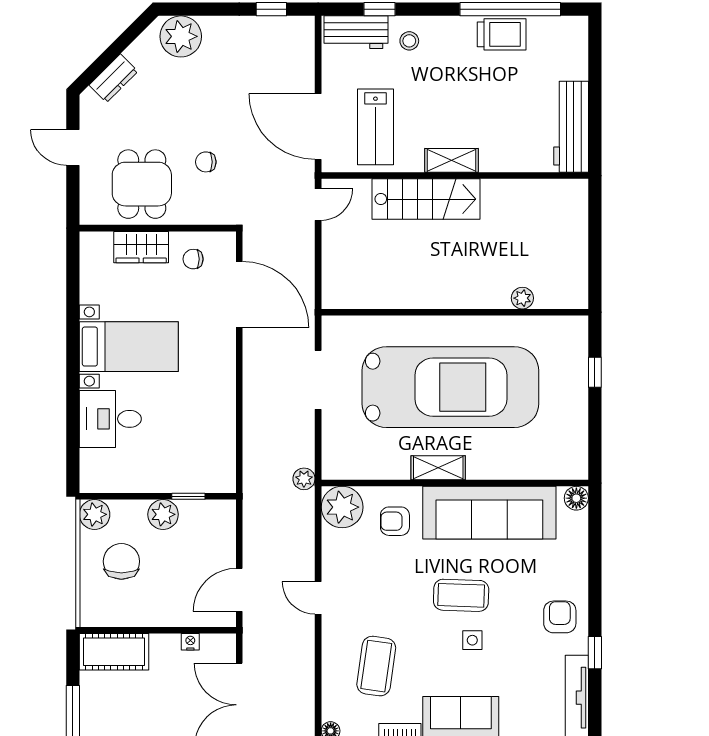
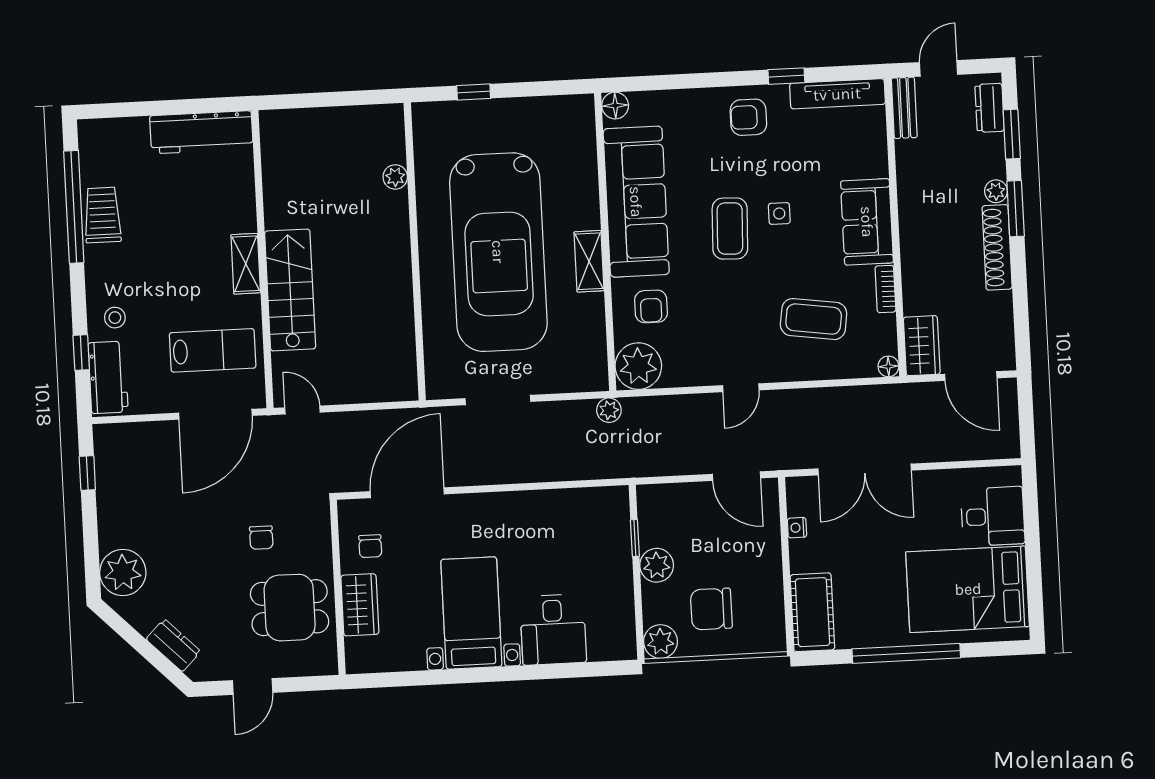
car: (450, 387) -> (498, 252), turned 180

